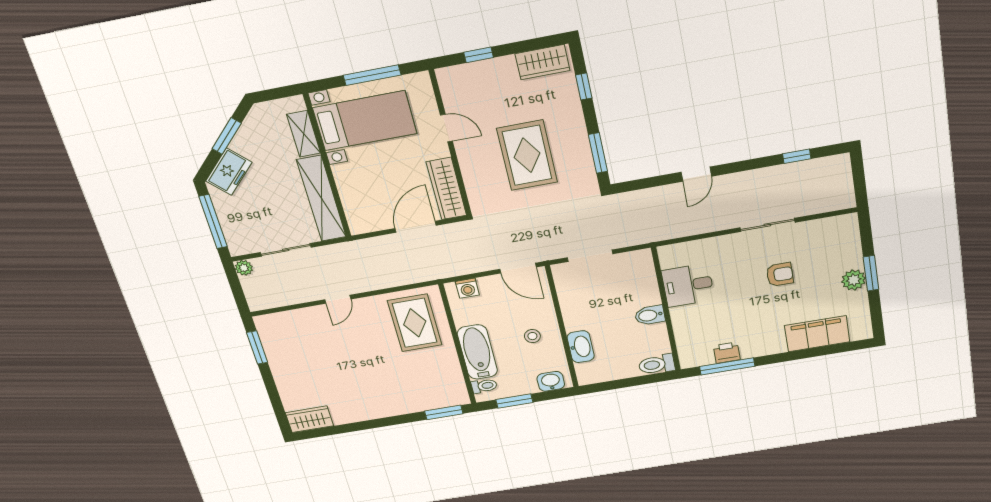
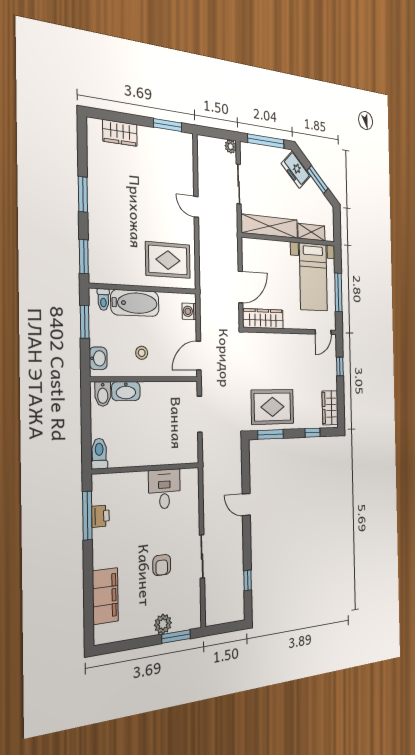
door: (446, 128) -> (323, 332), moved
rug: (527, 155) -> (272, 407), moved
door: (416, 227) -> (241, 287), hinge flipped
window: (871, 273) -> (176, 636), moved
plant: (854, 280) -> (163, 624), moved
bidet: (650, 315) -> (103, 394), moved, turned 180
wardrobe: (309, 419) -> (120, 133), moved, turned 90
window: (377, 423) -> (83, 194), added

